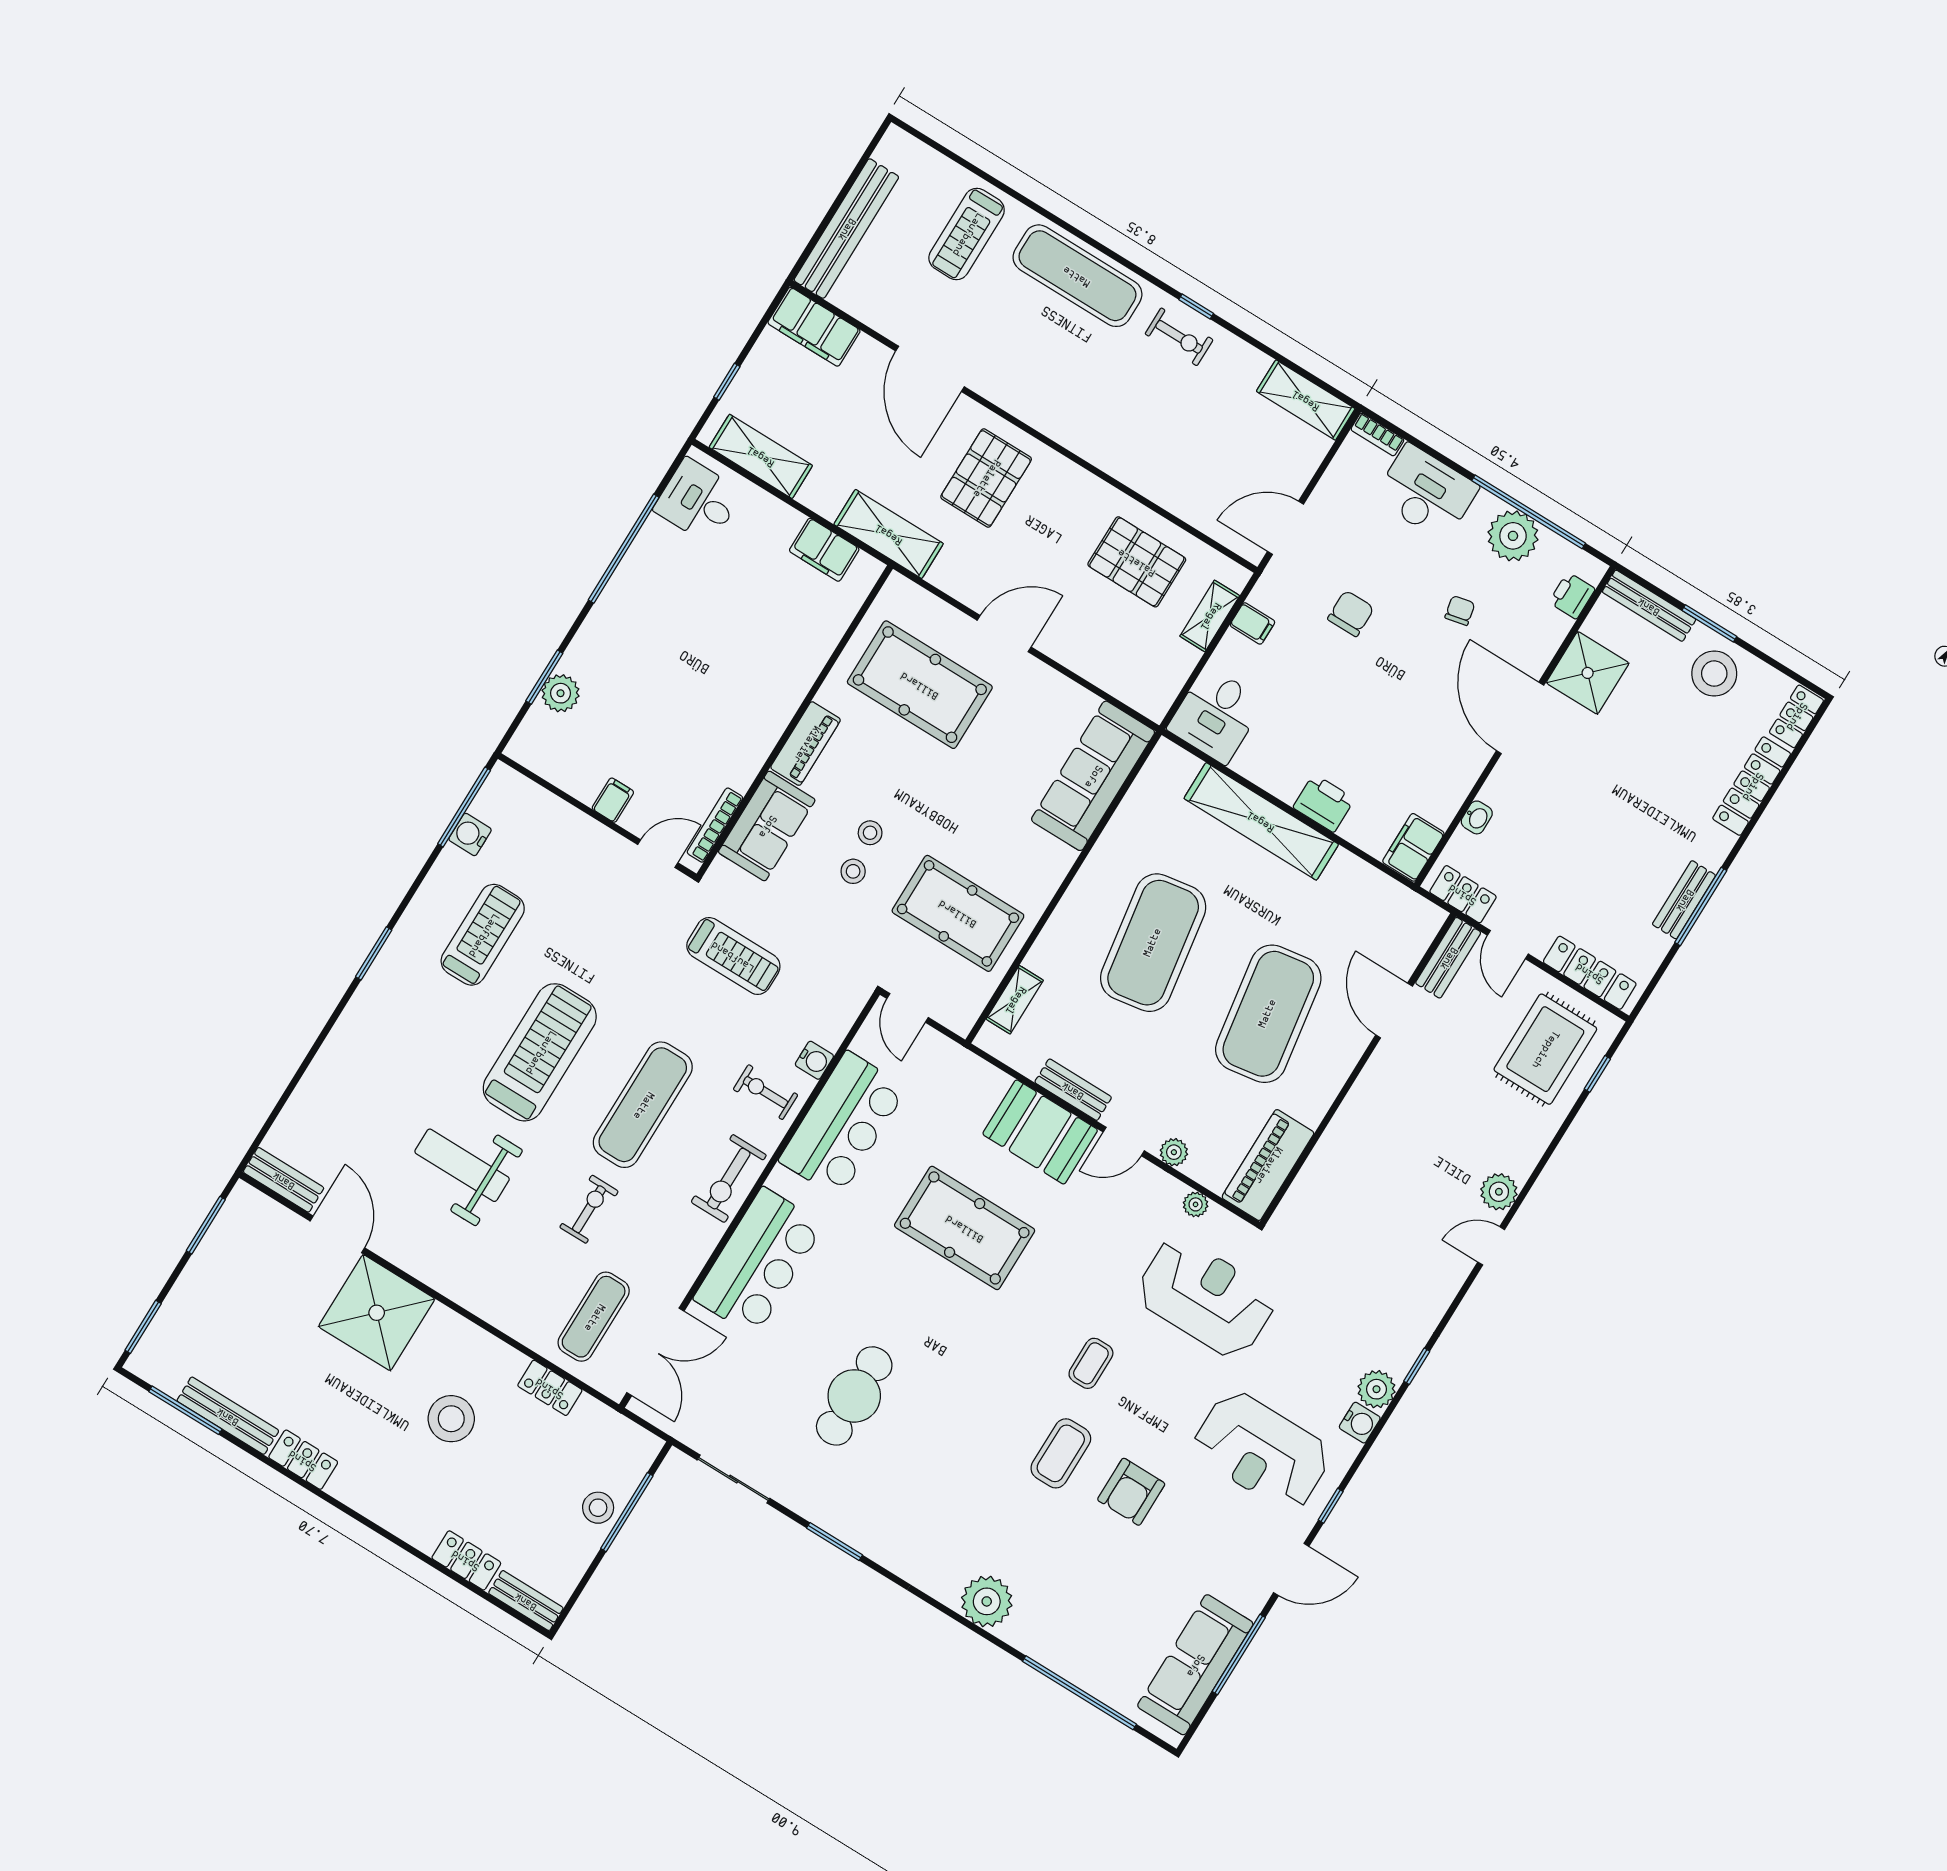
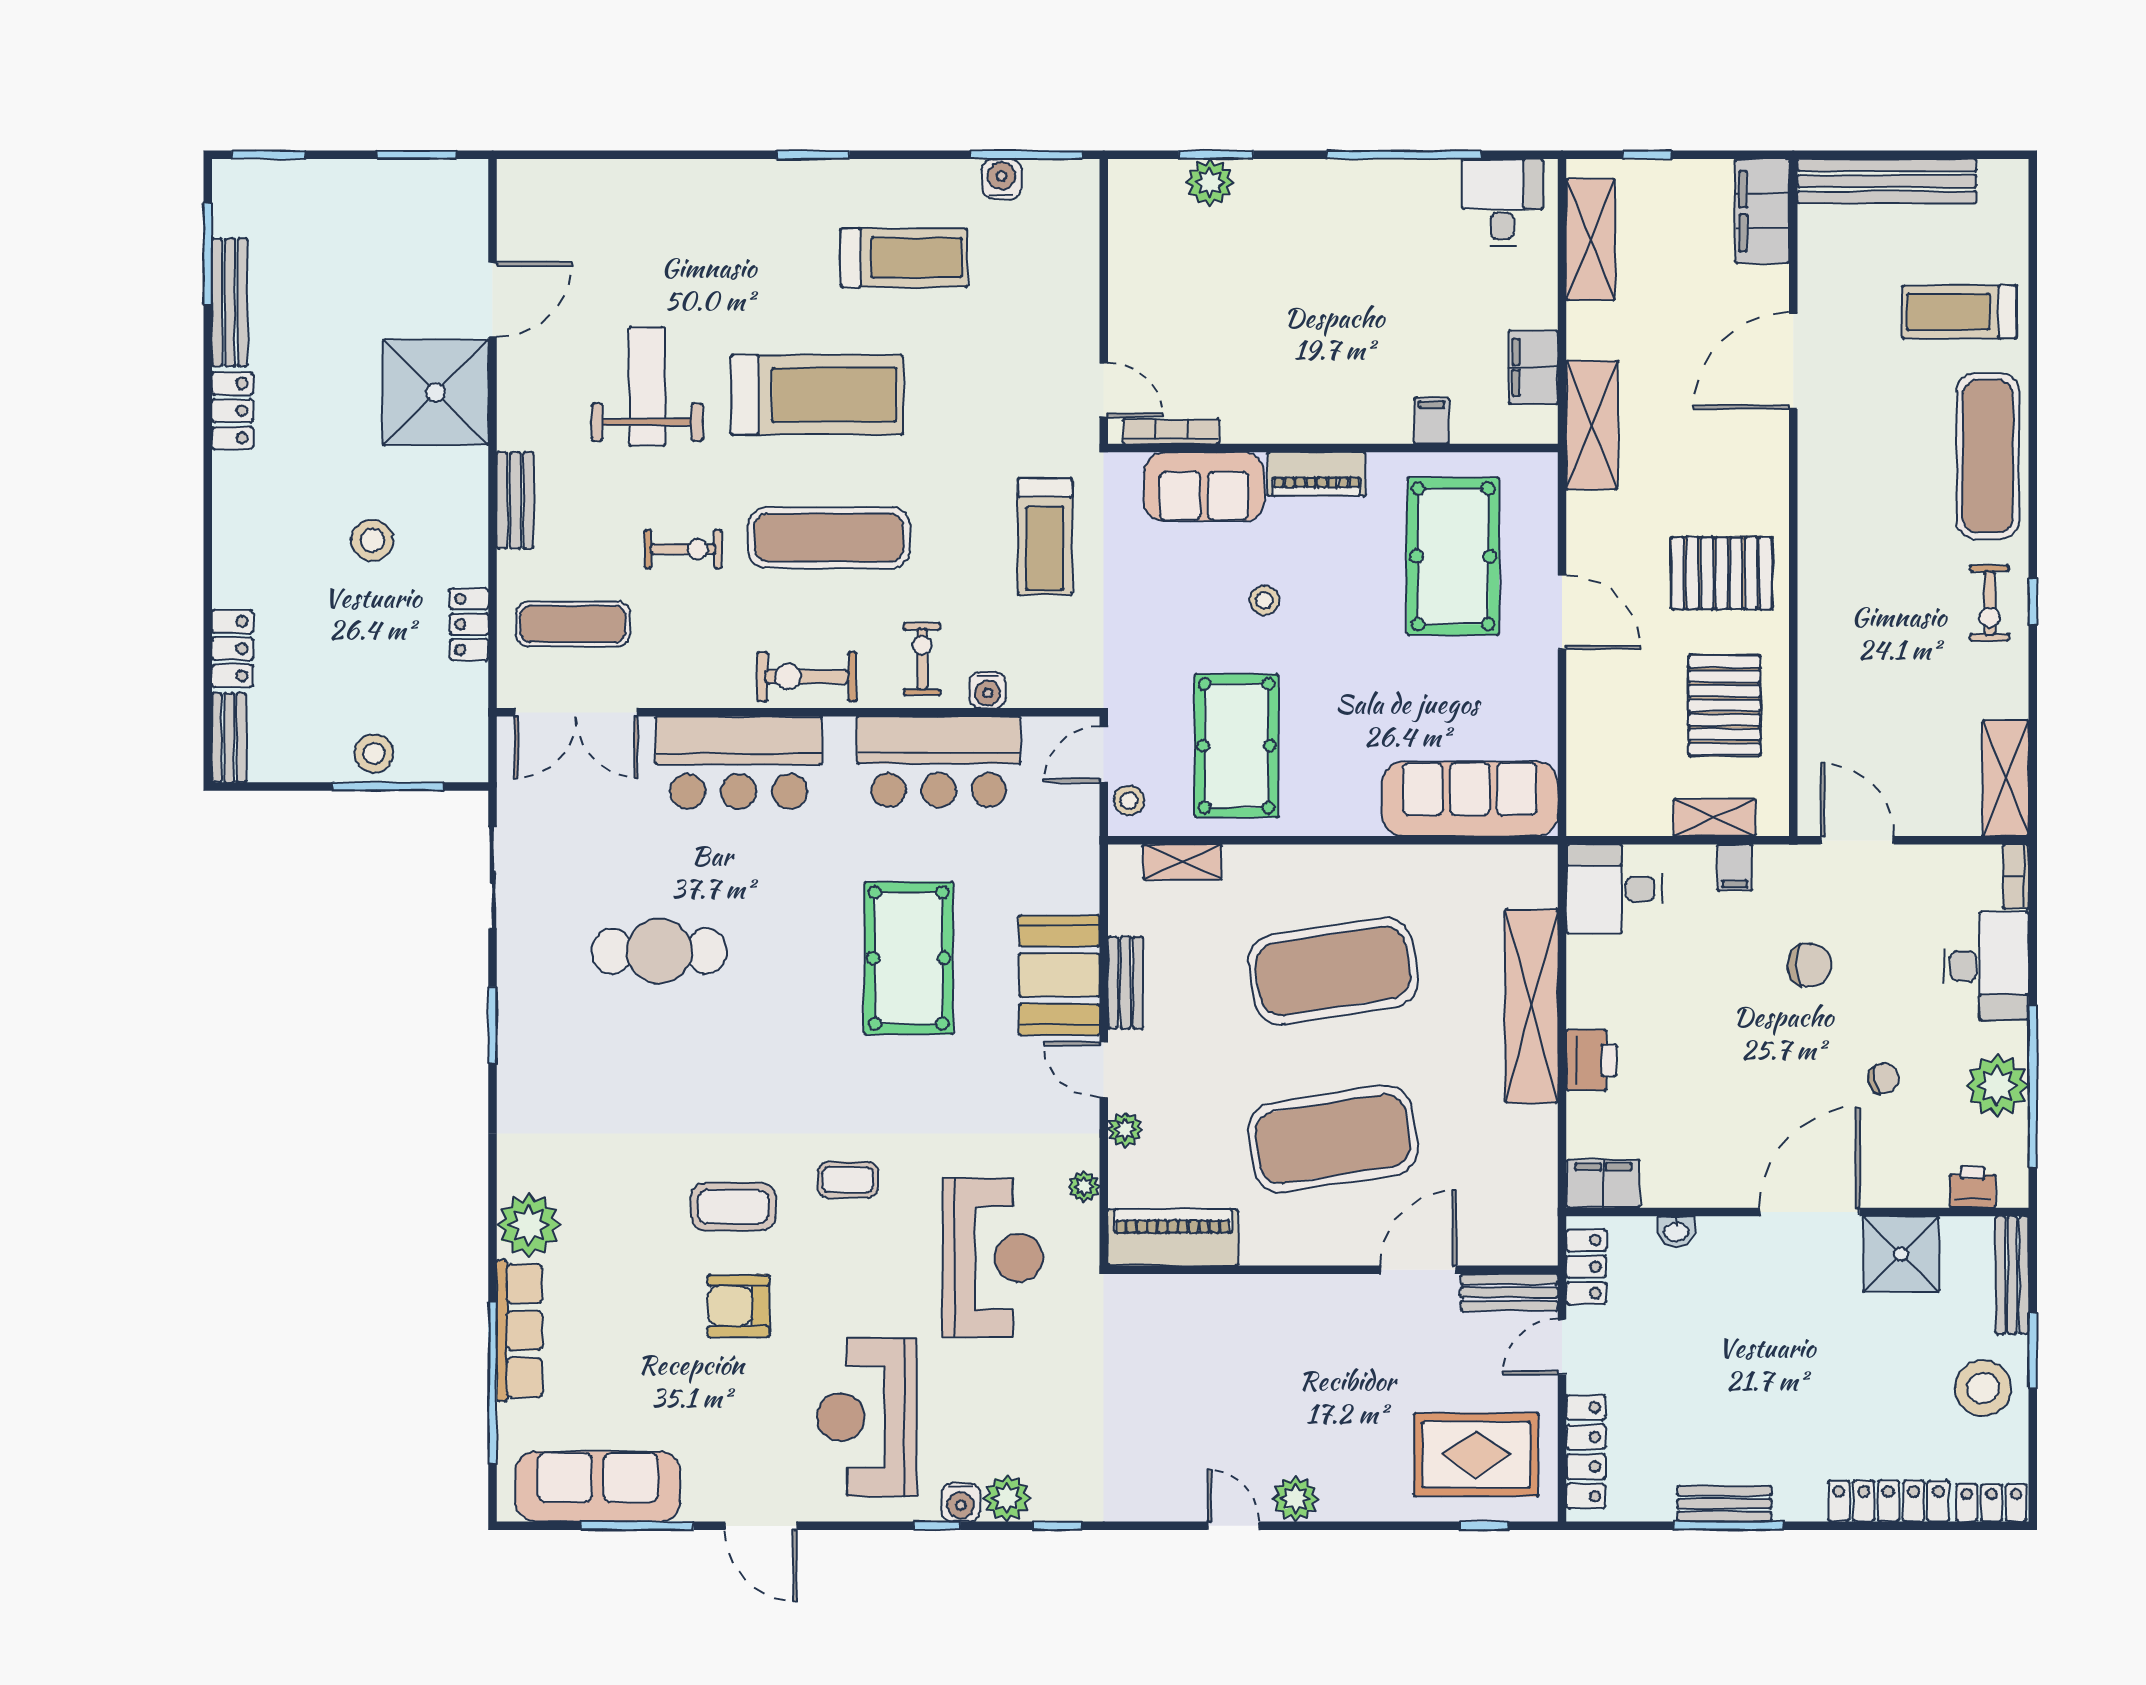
pallet: (986, 478) -> (1722, 573), moved
filing cabinet: (613, 800) -> (1432, 421), moved, turned -90
stool: (853, 871) -> (1129, 800), moved
bench: (284, 1180) -> (515, 500), moved
stool: (451, 1419) -> (372, 540), width x0.73, depth x0.73
window: (1331, 1506) -> (937, 1526), moved
row of seats: (1055, 1652) -> (520, 1331), added

